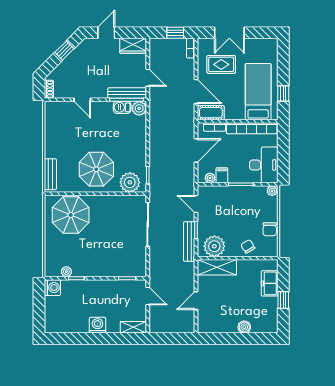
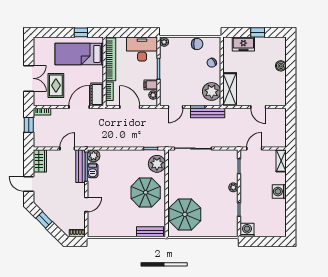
plant: (66, 272) -> (233, 187), moved

